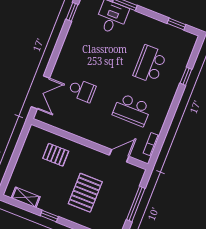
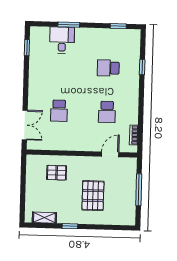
school desk: (150, 64) -> (108, 68), width x0.54
school desk: (82, 90) -> (59, 111), turned 90
school desk: (132, 110) -> (107, 112), width x0.54

